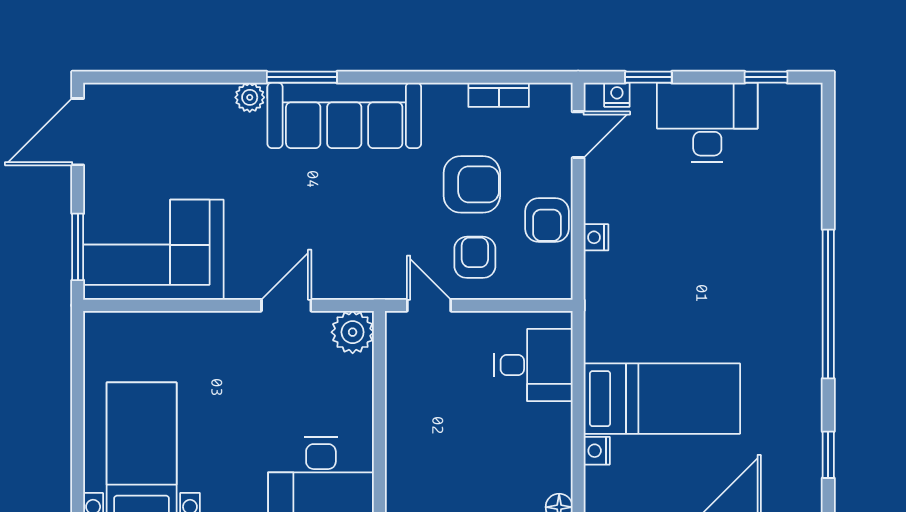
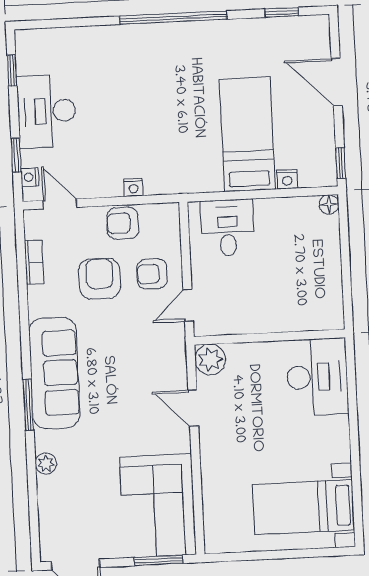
plant: (250, 97) -> (46, 463), moved
armchair: (547, 220) -> (123, 223), turned 180

